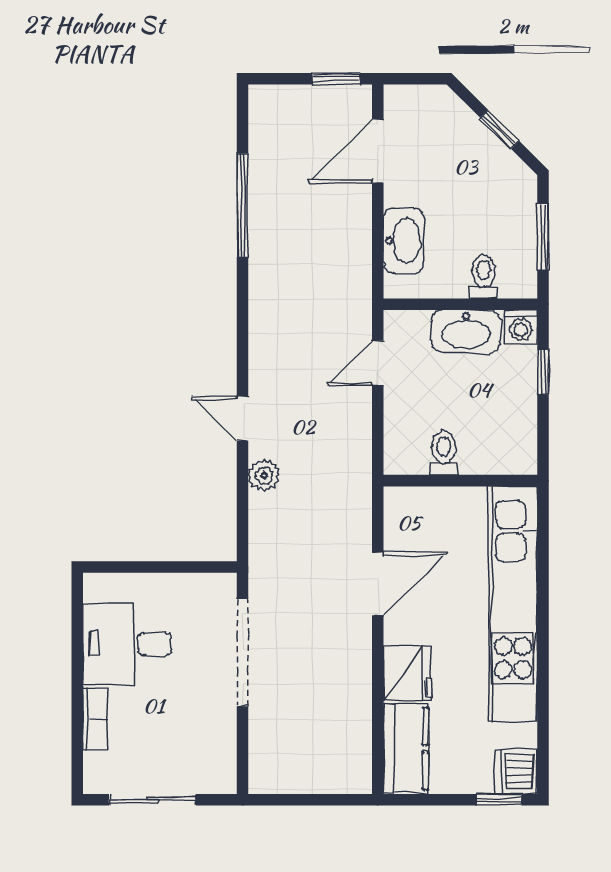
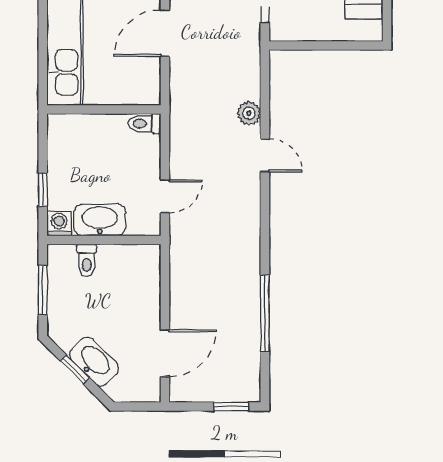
window: (336, 79) -> (231, 407), moved
washbasin: (404, 241) -> (94, 362), moved, turned 135
toilet: (444, 453) -> (144, 124), moved, turned 90

